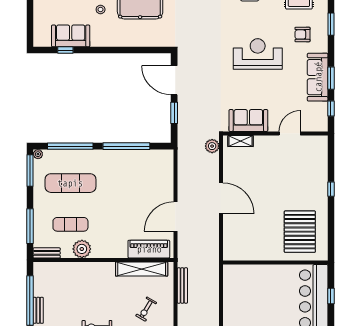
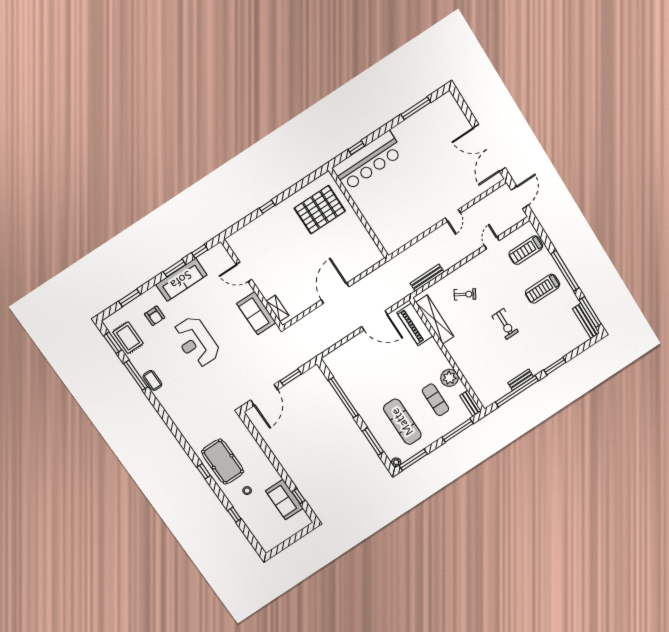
window: (70, 146) -> (373, 441), width x0.68
plant: (212, 146) -> (297, 329), removed

